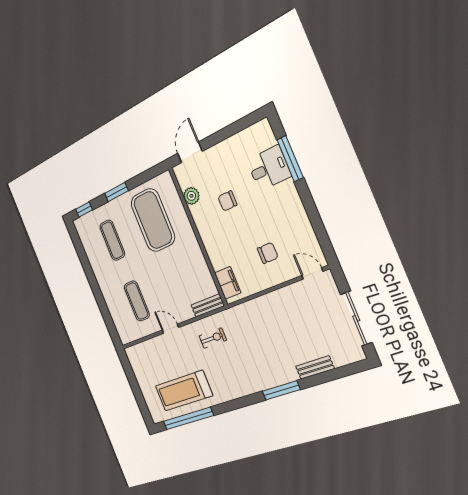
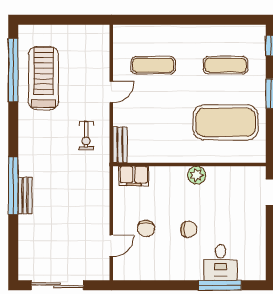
plant: (191, 196) -> (197, 175), moved
chair: (227, 201) -> (189, 229), moved, turned 90
door: (312, 273) -> (111, 246), moved
bench: (315, 367) -> (25, 195), moved
window: (281, 390) -> (13, 186), width x1.46

